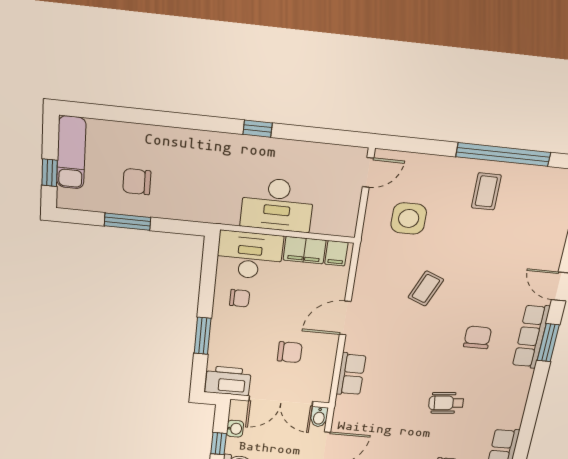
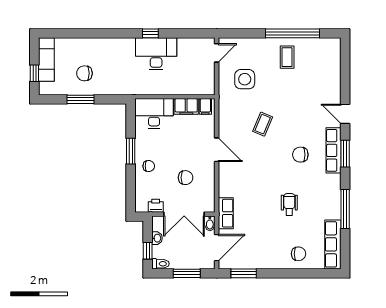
desk: (277, 205) -> (156, 54), moved, turned 180
chair: (240, 298) -> (149, 166), moved
door: (345, 318) -> (217, 150), swing flipped
window: (203, 336) -> (131, 151), moved
chair: (478, 337) -> (300, 155), turned -90
row of seats: (351, 374) -> (226, 213), moved
printer: (228, 381) -> (156, 206), width x0.53, depth x0.68
wheelchair: (446, 403) -> (289, 204), turned 96
window: (530, 417) -> (345, 209), added

